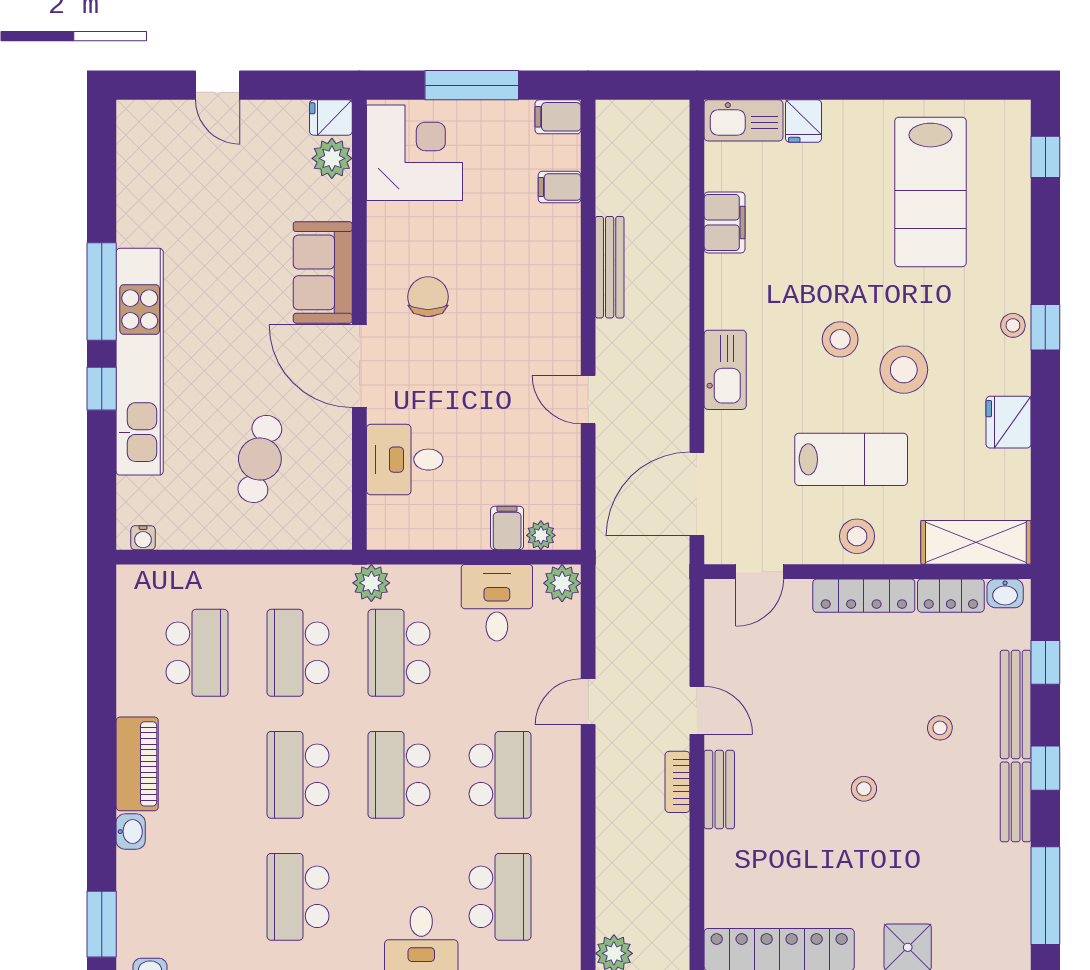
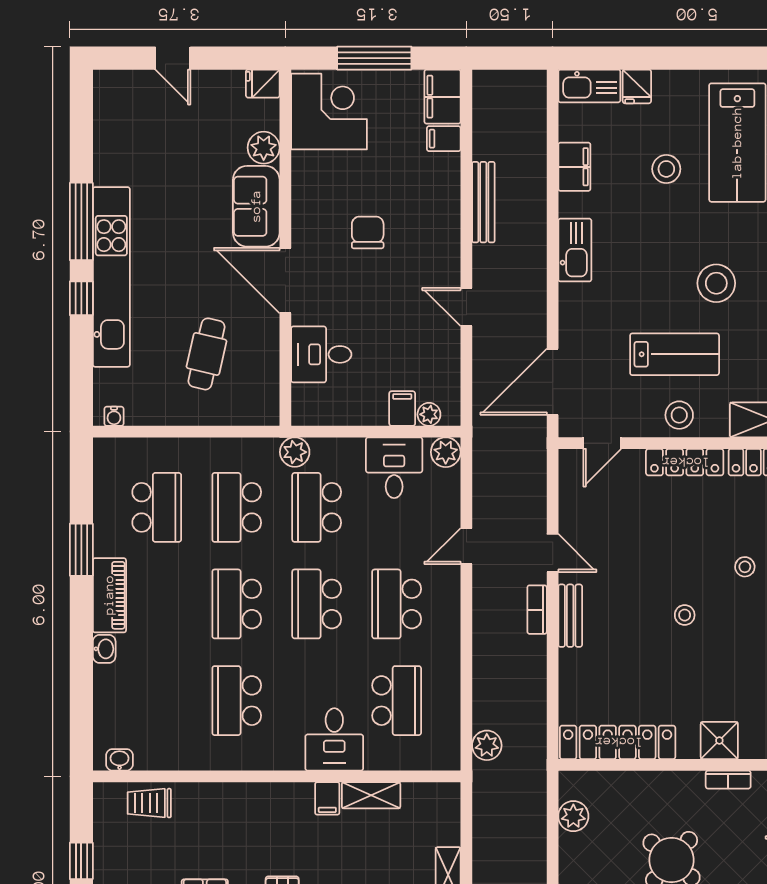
filing cabinet: (558, 117) -> (442, 97), width x2.00
plant: (332, 158) -> (264, 148), moved
chair: (428, 297) -> (368, 232), moved
stool: (840, 339) -> (666, 169), moved
kitchen sink: (725, 370) -> (575, 250), moved
school desk: (500, 775) -> (397, 604), turned 180
window: (102, 924) -> (81, 550), moved

